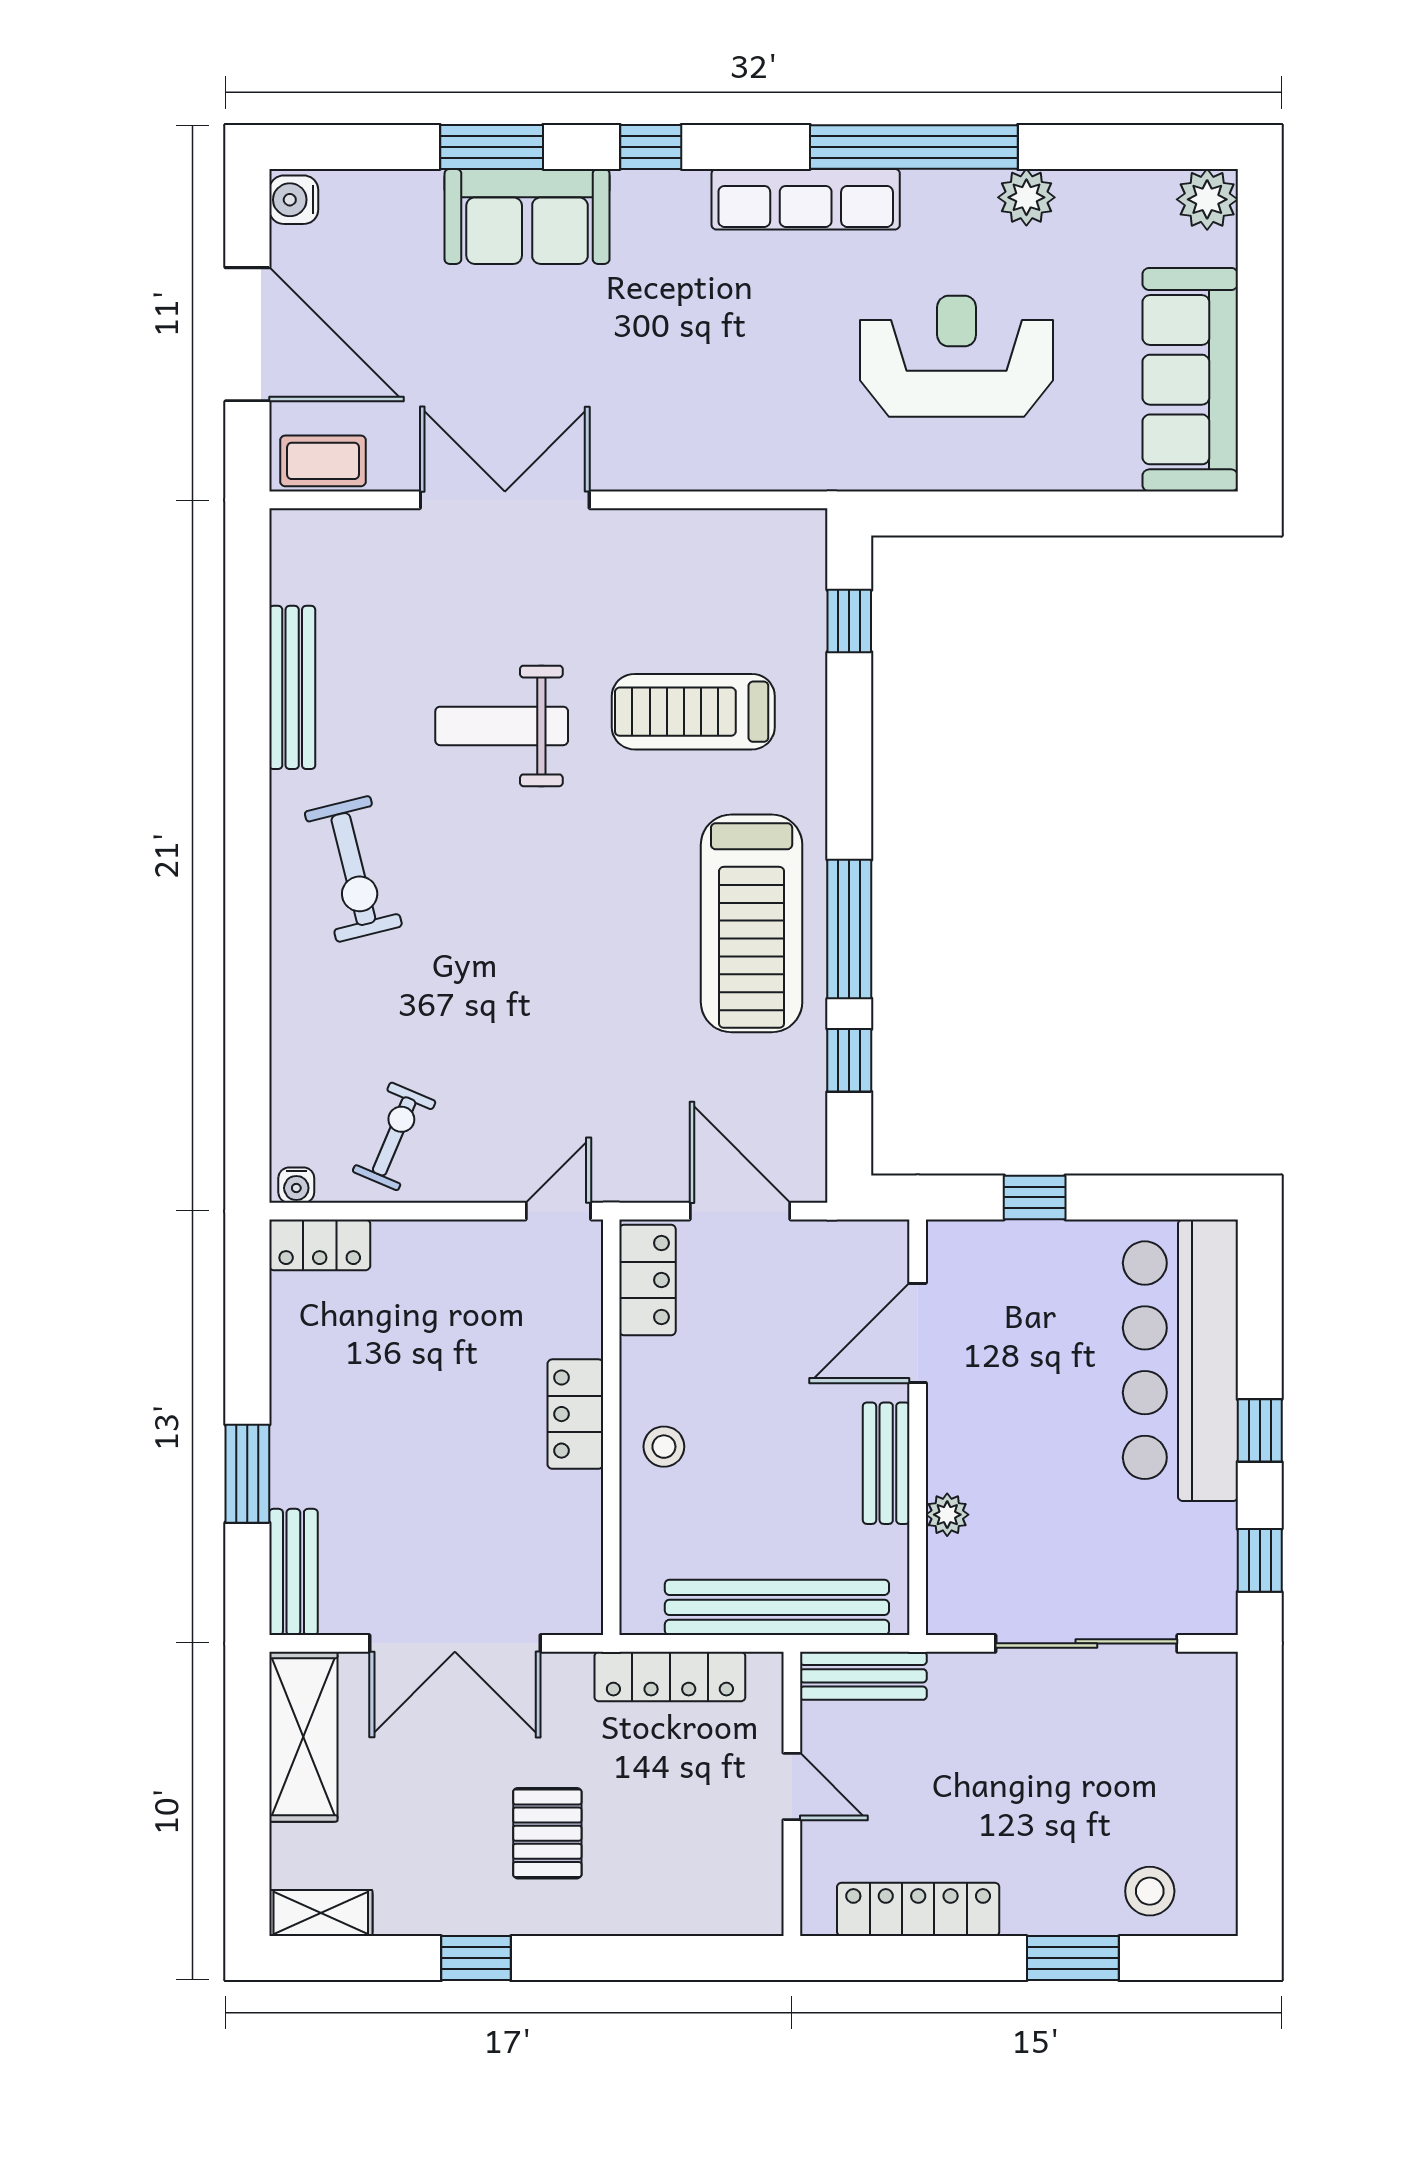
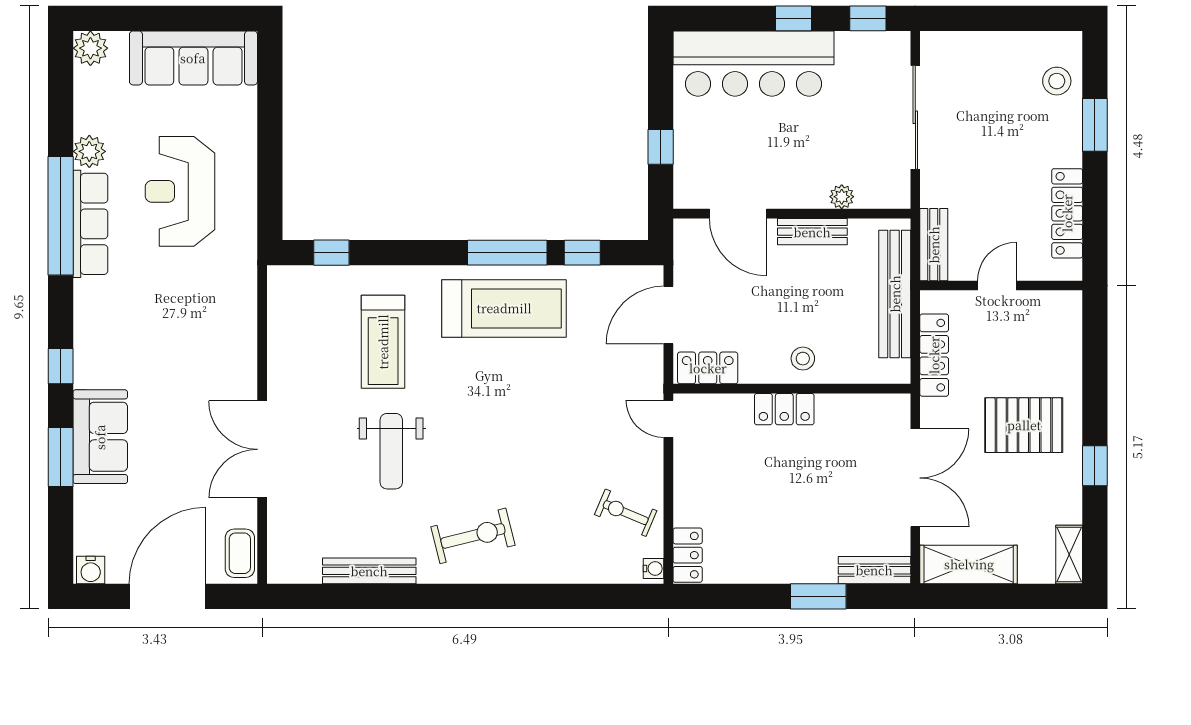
row of seats: (806, 199) -> (90, 224), moved
pallet: (547, 1833) -> (1024, 425), width x1.50, depth x1.42

